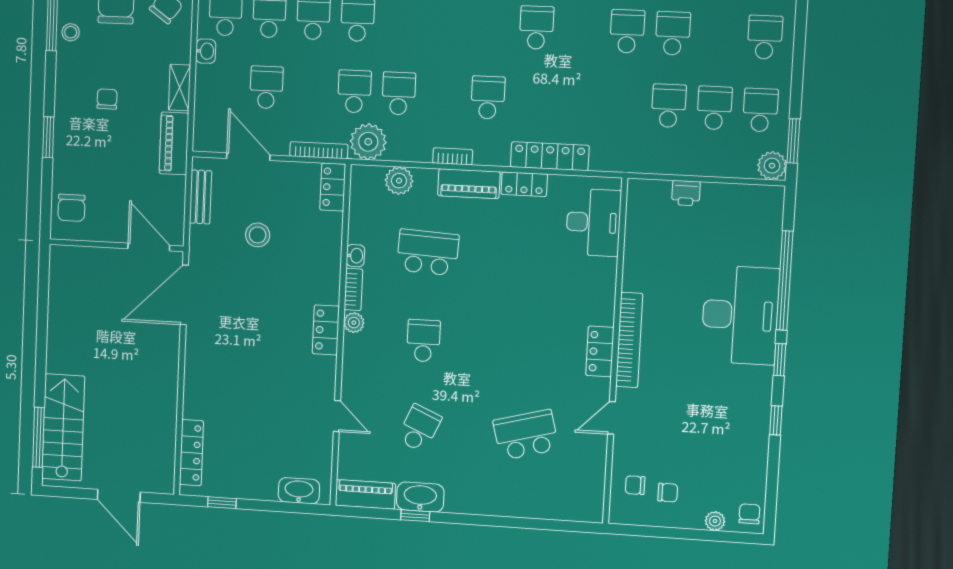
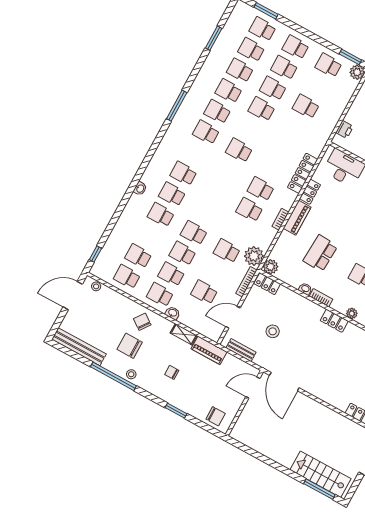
school desk: (399, 93) -> (249, 210), moved
school desk: (714, 108) -> (284, 68), moved
plant: (399, 181) -> (271, 267), moved
printer: (686, 193) -> (345, 129), moved
plant: (354, 323) -> (352, 313), moved

